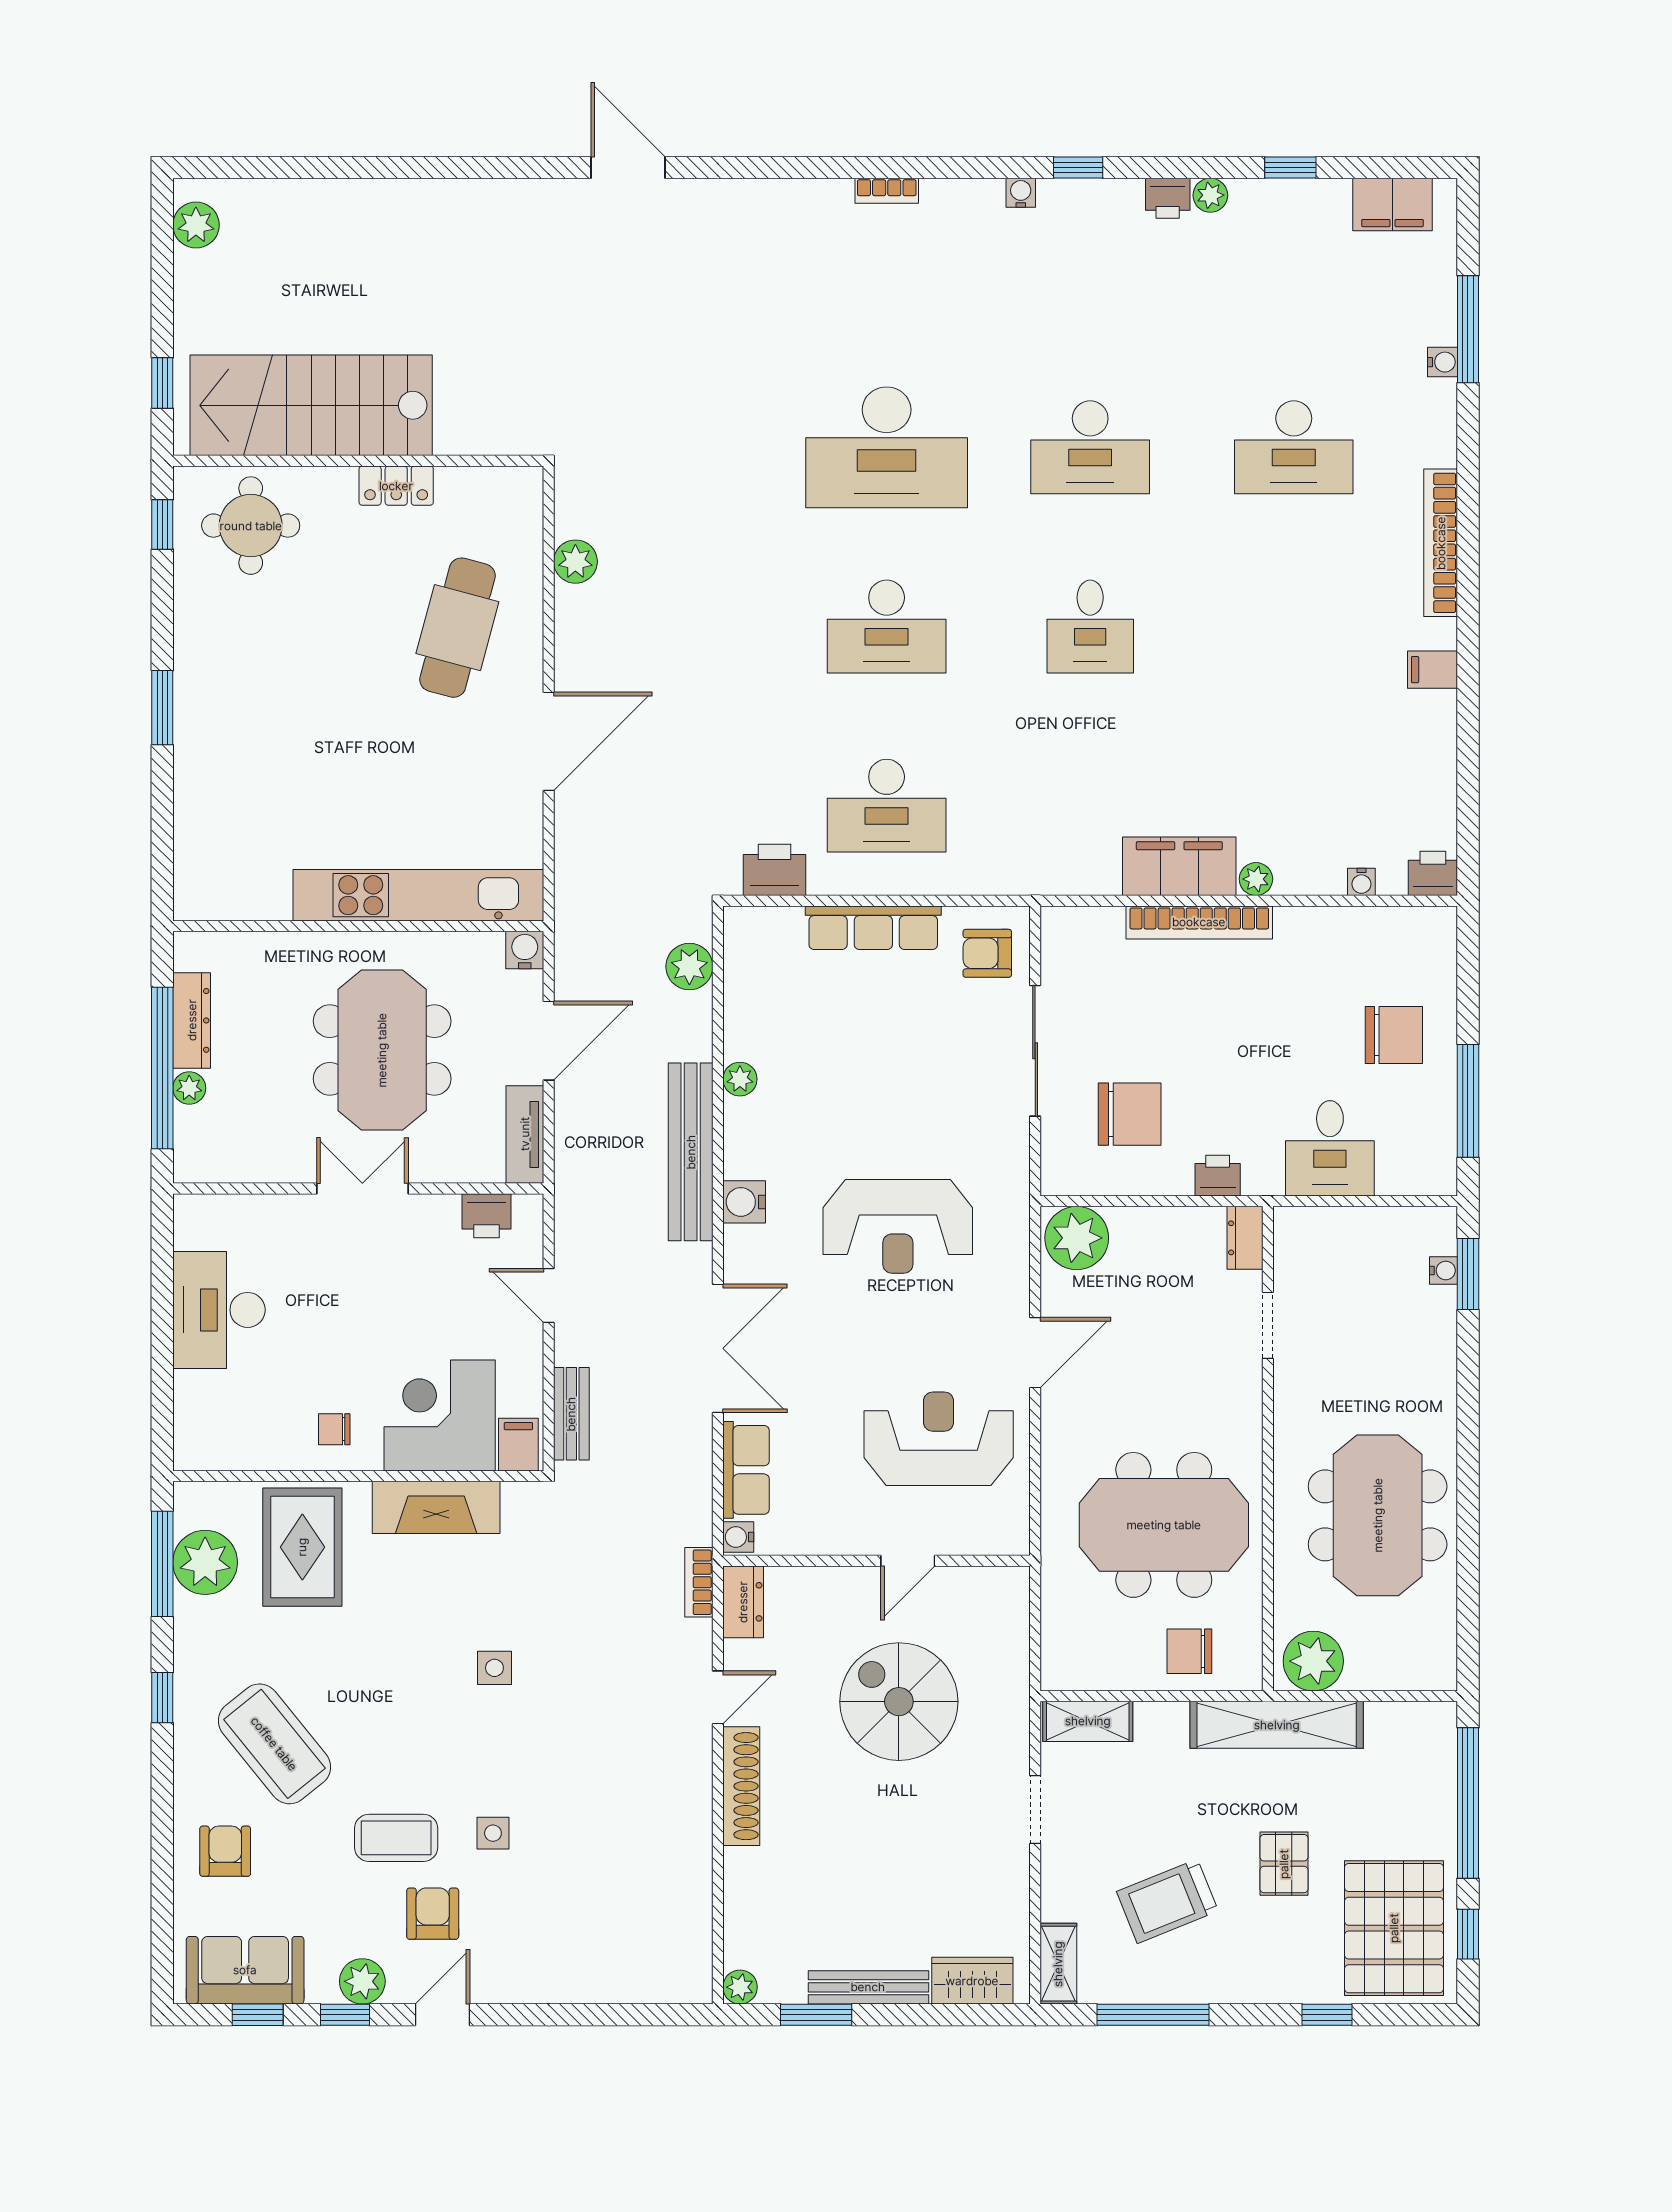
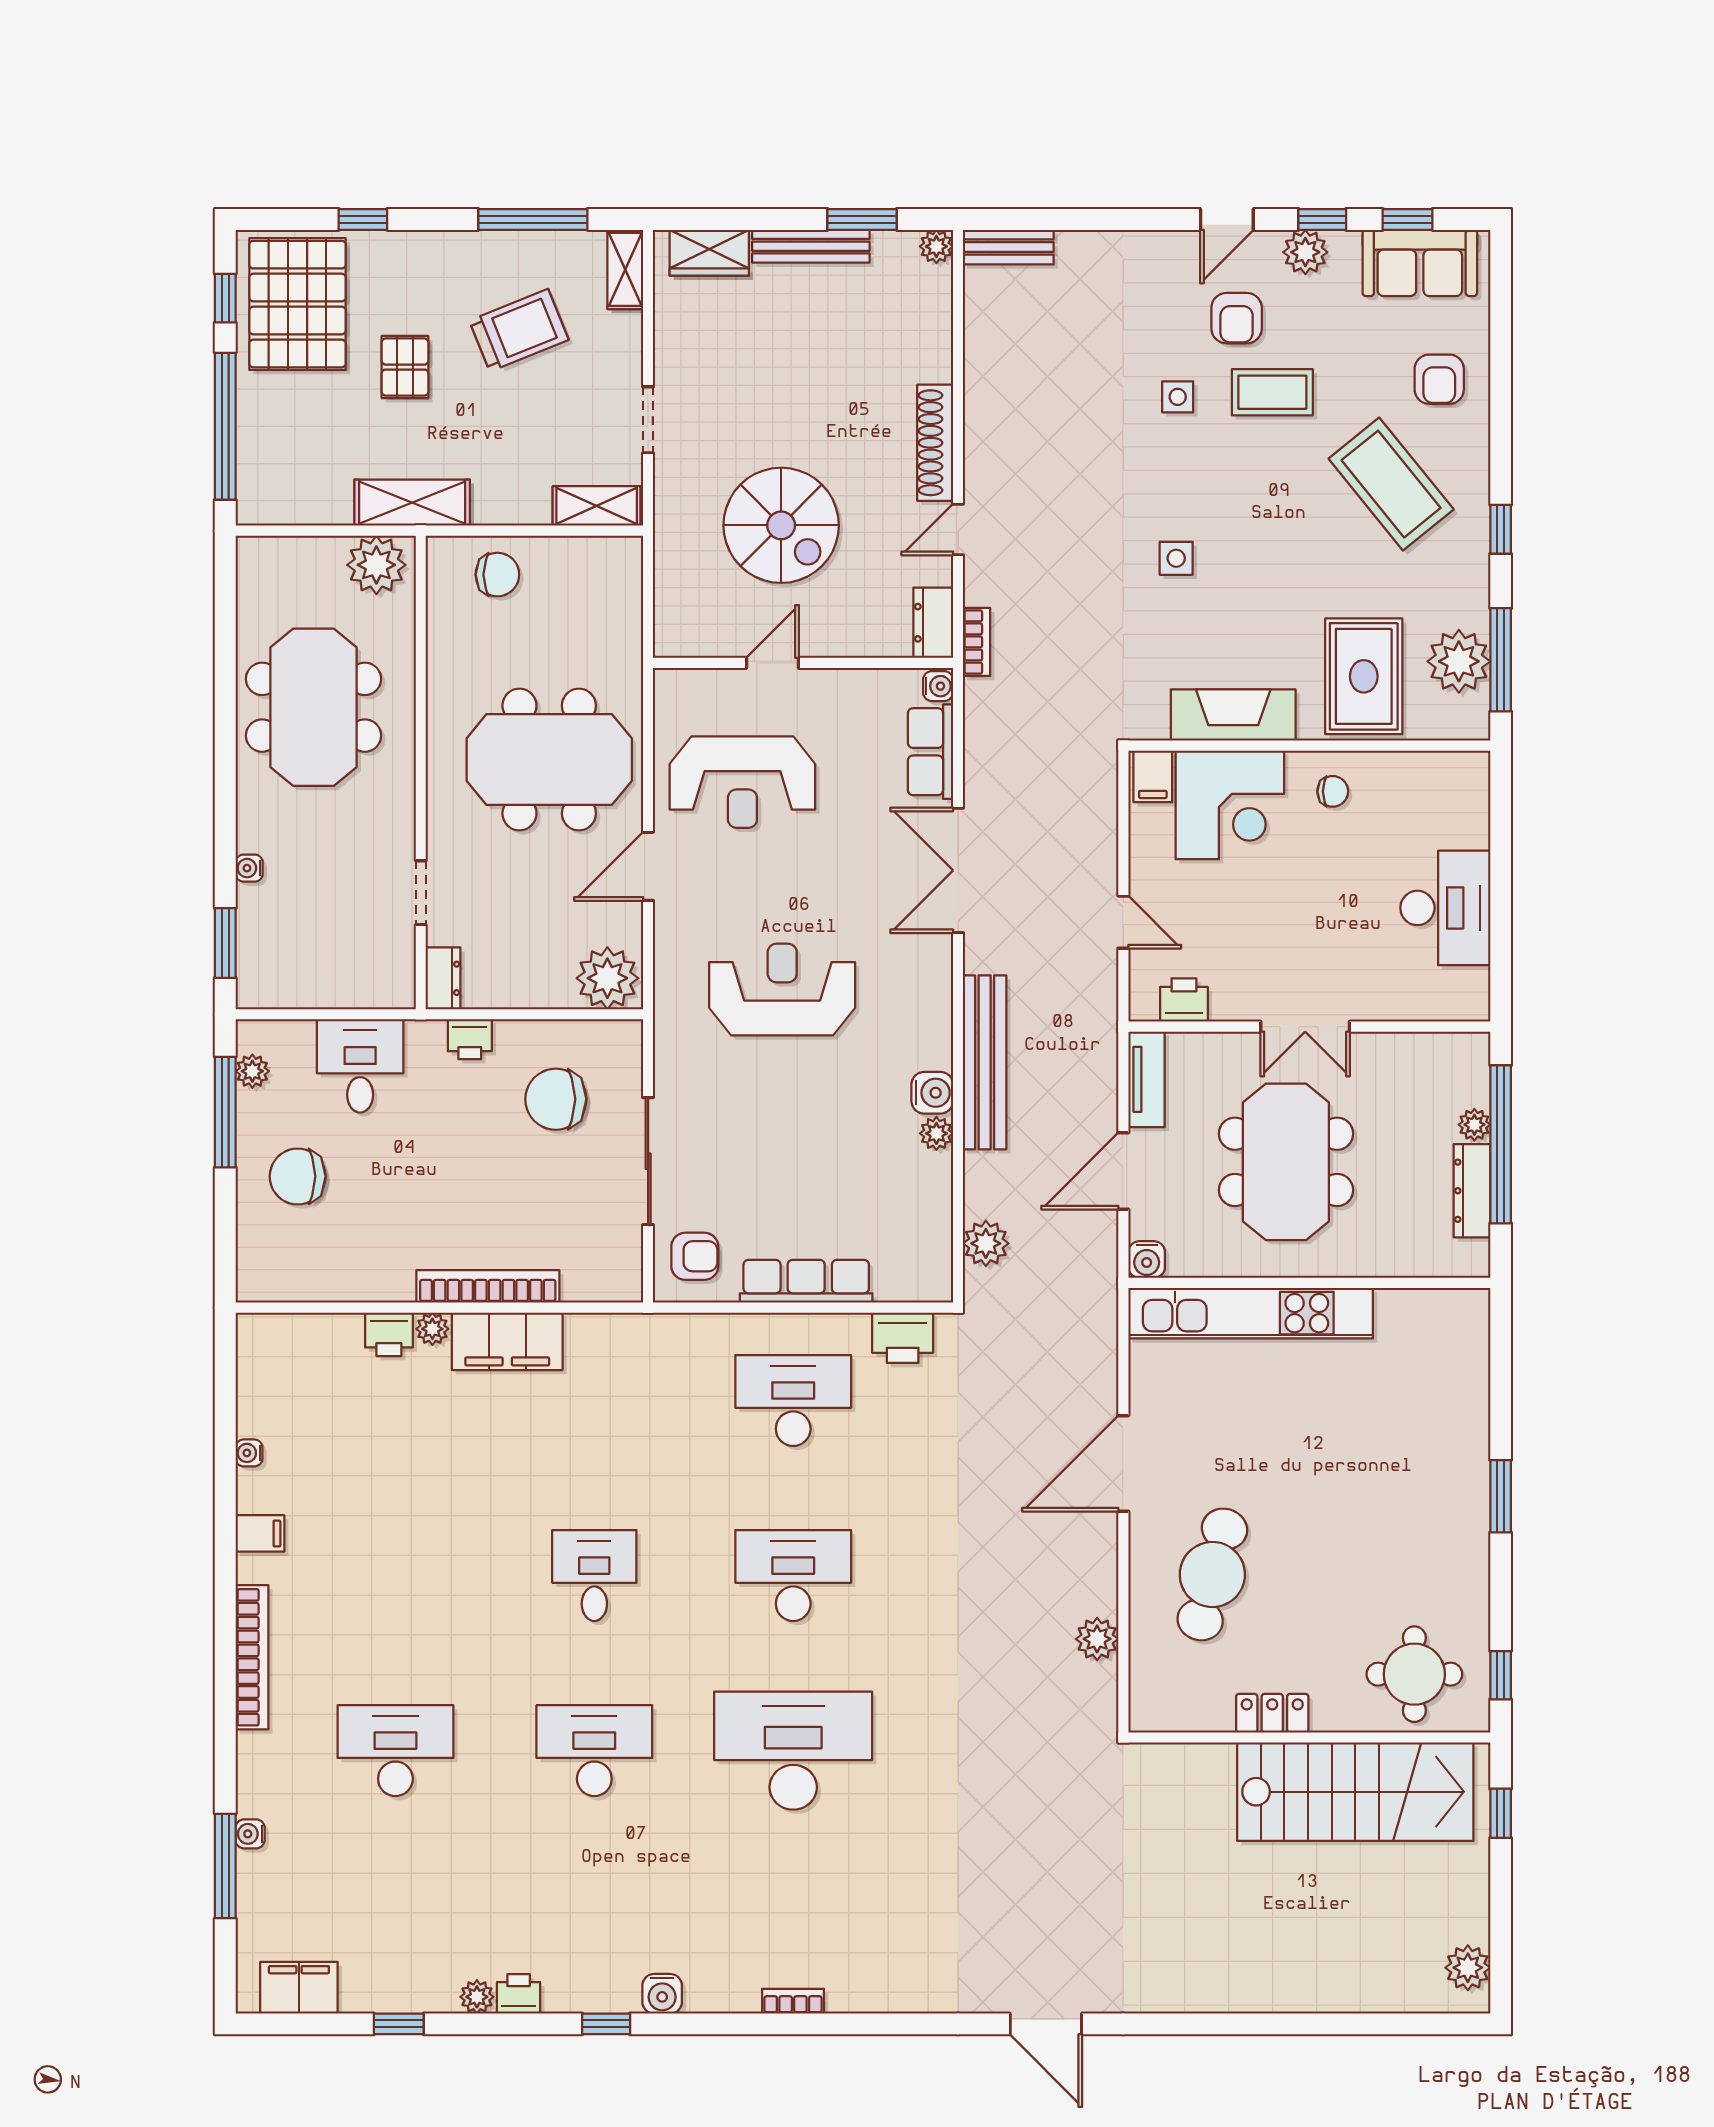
water cooler: (1021, 193) -> (662, 1994), width x1.38, depth x1.38
printer: (1433, 873) -> (389, 1334), moved
water cooler: (1361, 882) -> (249, 1453), moved, turned -90
plant: (1440, 1143) -> (252, 1071), added
water cooler: (744, 1202) -> (932, 1093), moved
water cooler: (1444, 1270) -> (249, 868), moved
bench: (571, 1414) -> (1008, 247), moved, turned 90
meeting table: (1164, 1525) -> (549, 760), moved
shelving: (1277, 1725) -> (412, 503), width x0.68

